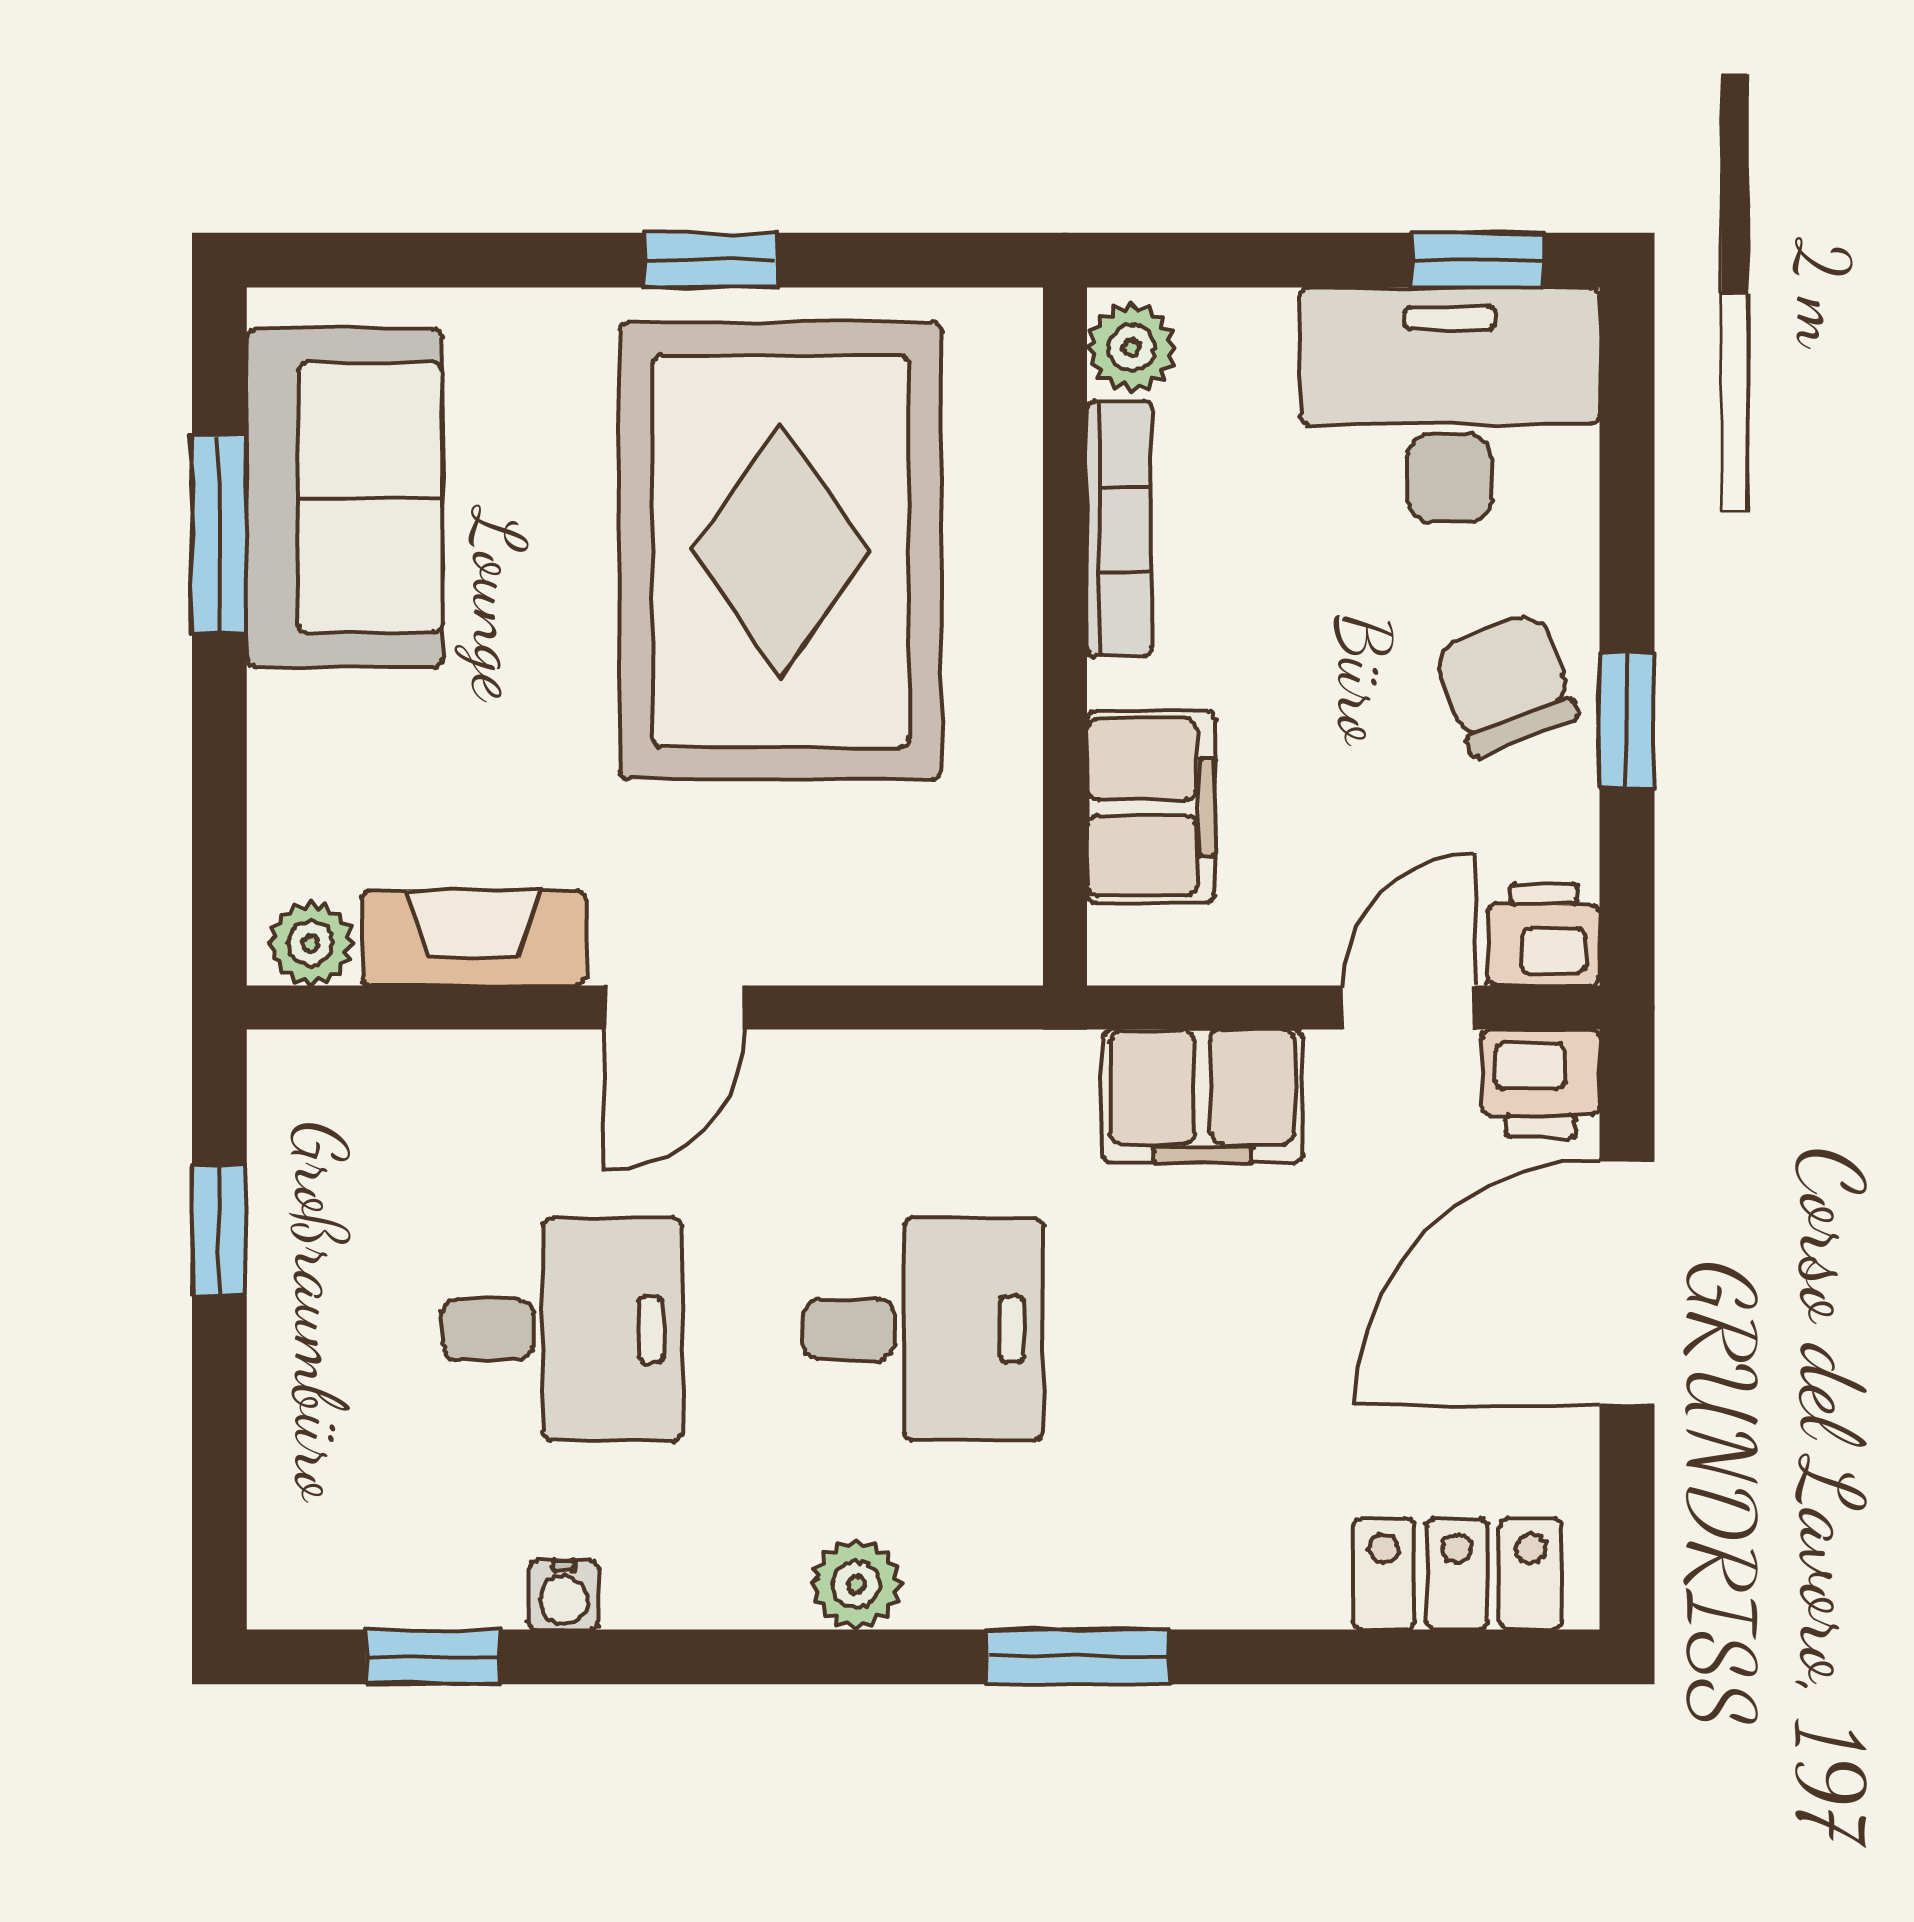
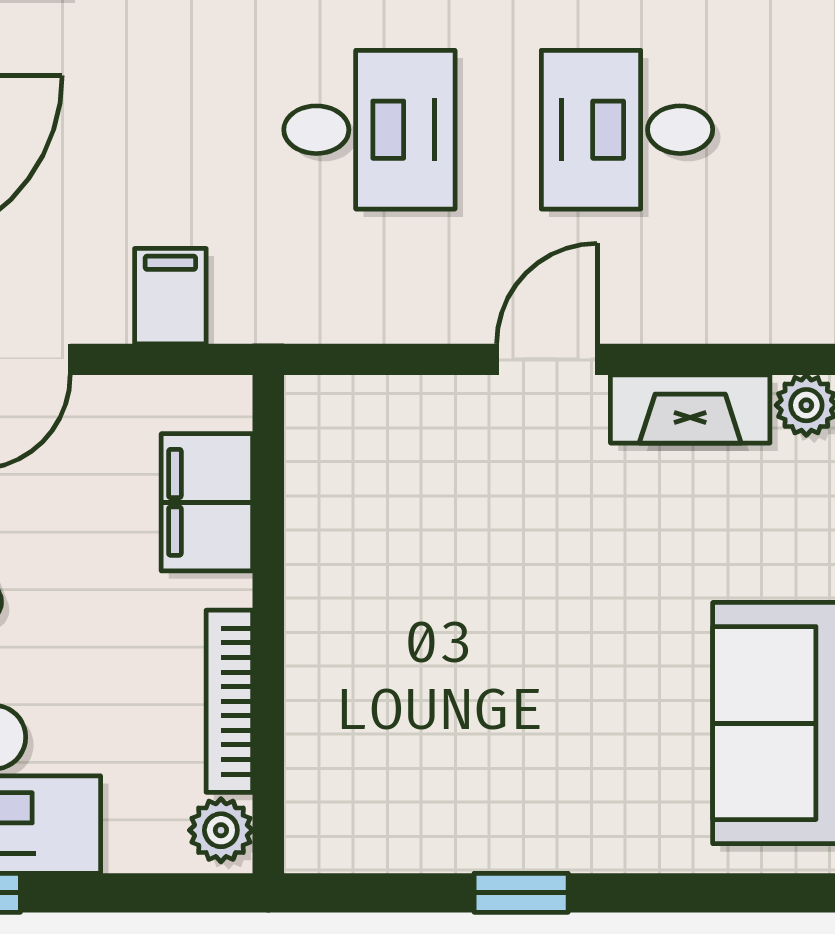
rug: (781, 551) -> (471, 685), removed
filing cabinet: (1202, 1096) -> (170, 296), width x0.50
desk: (923, 1329) -> (369, 130), turned 180

